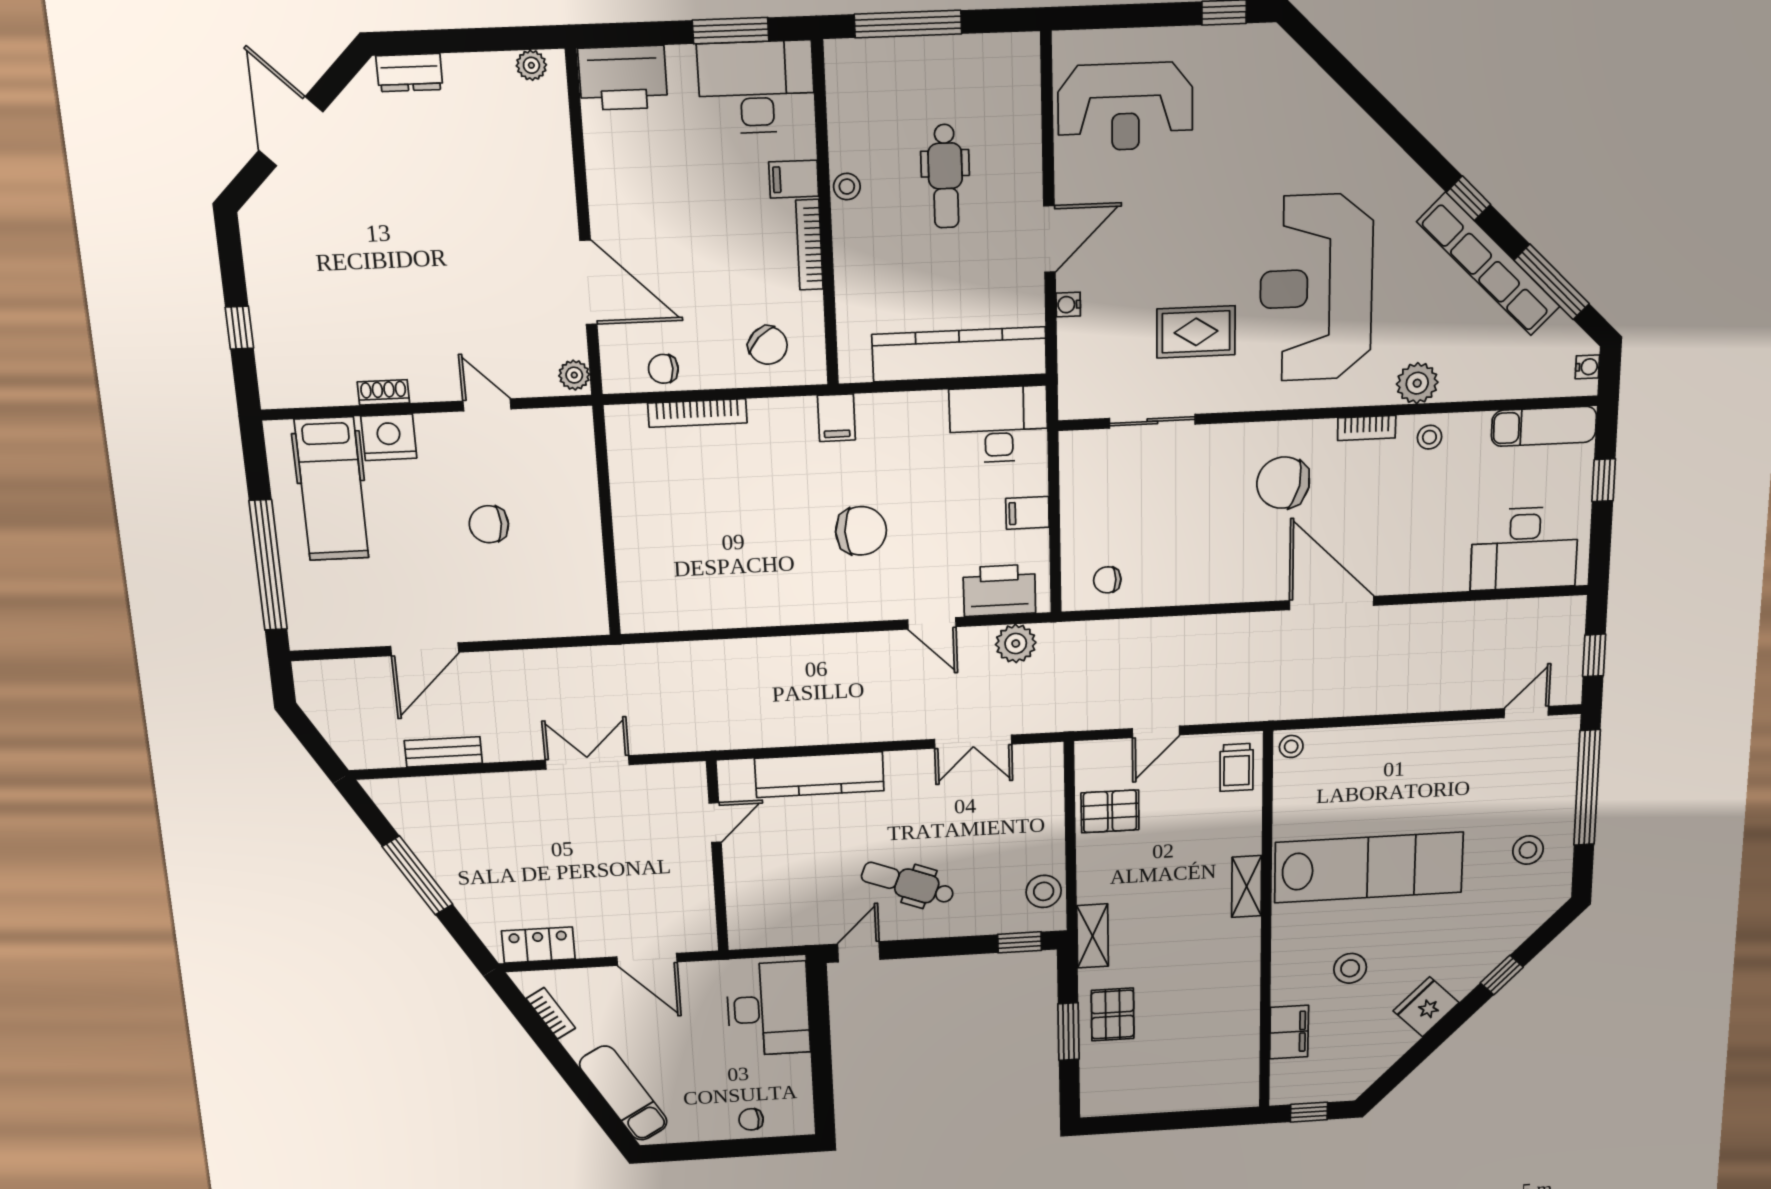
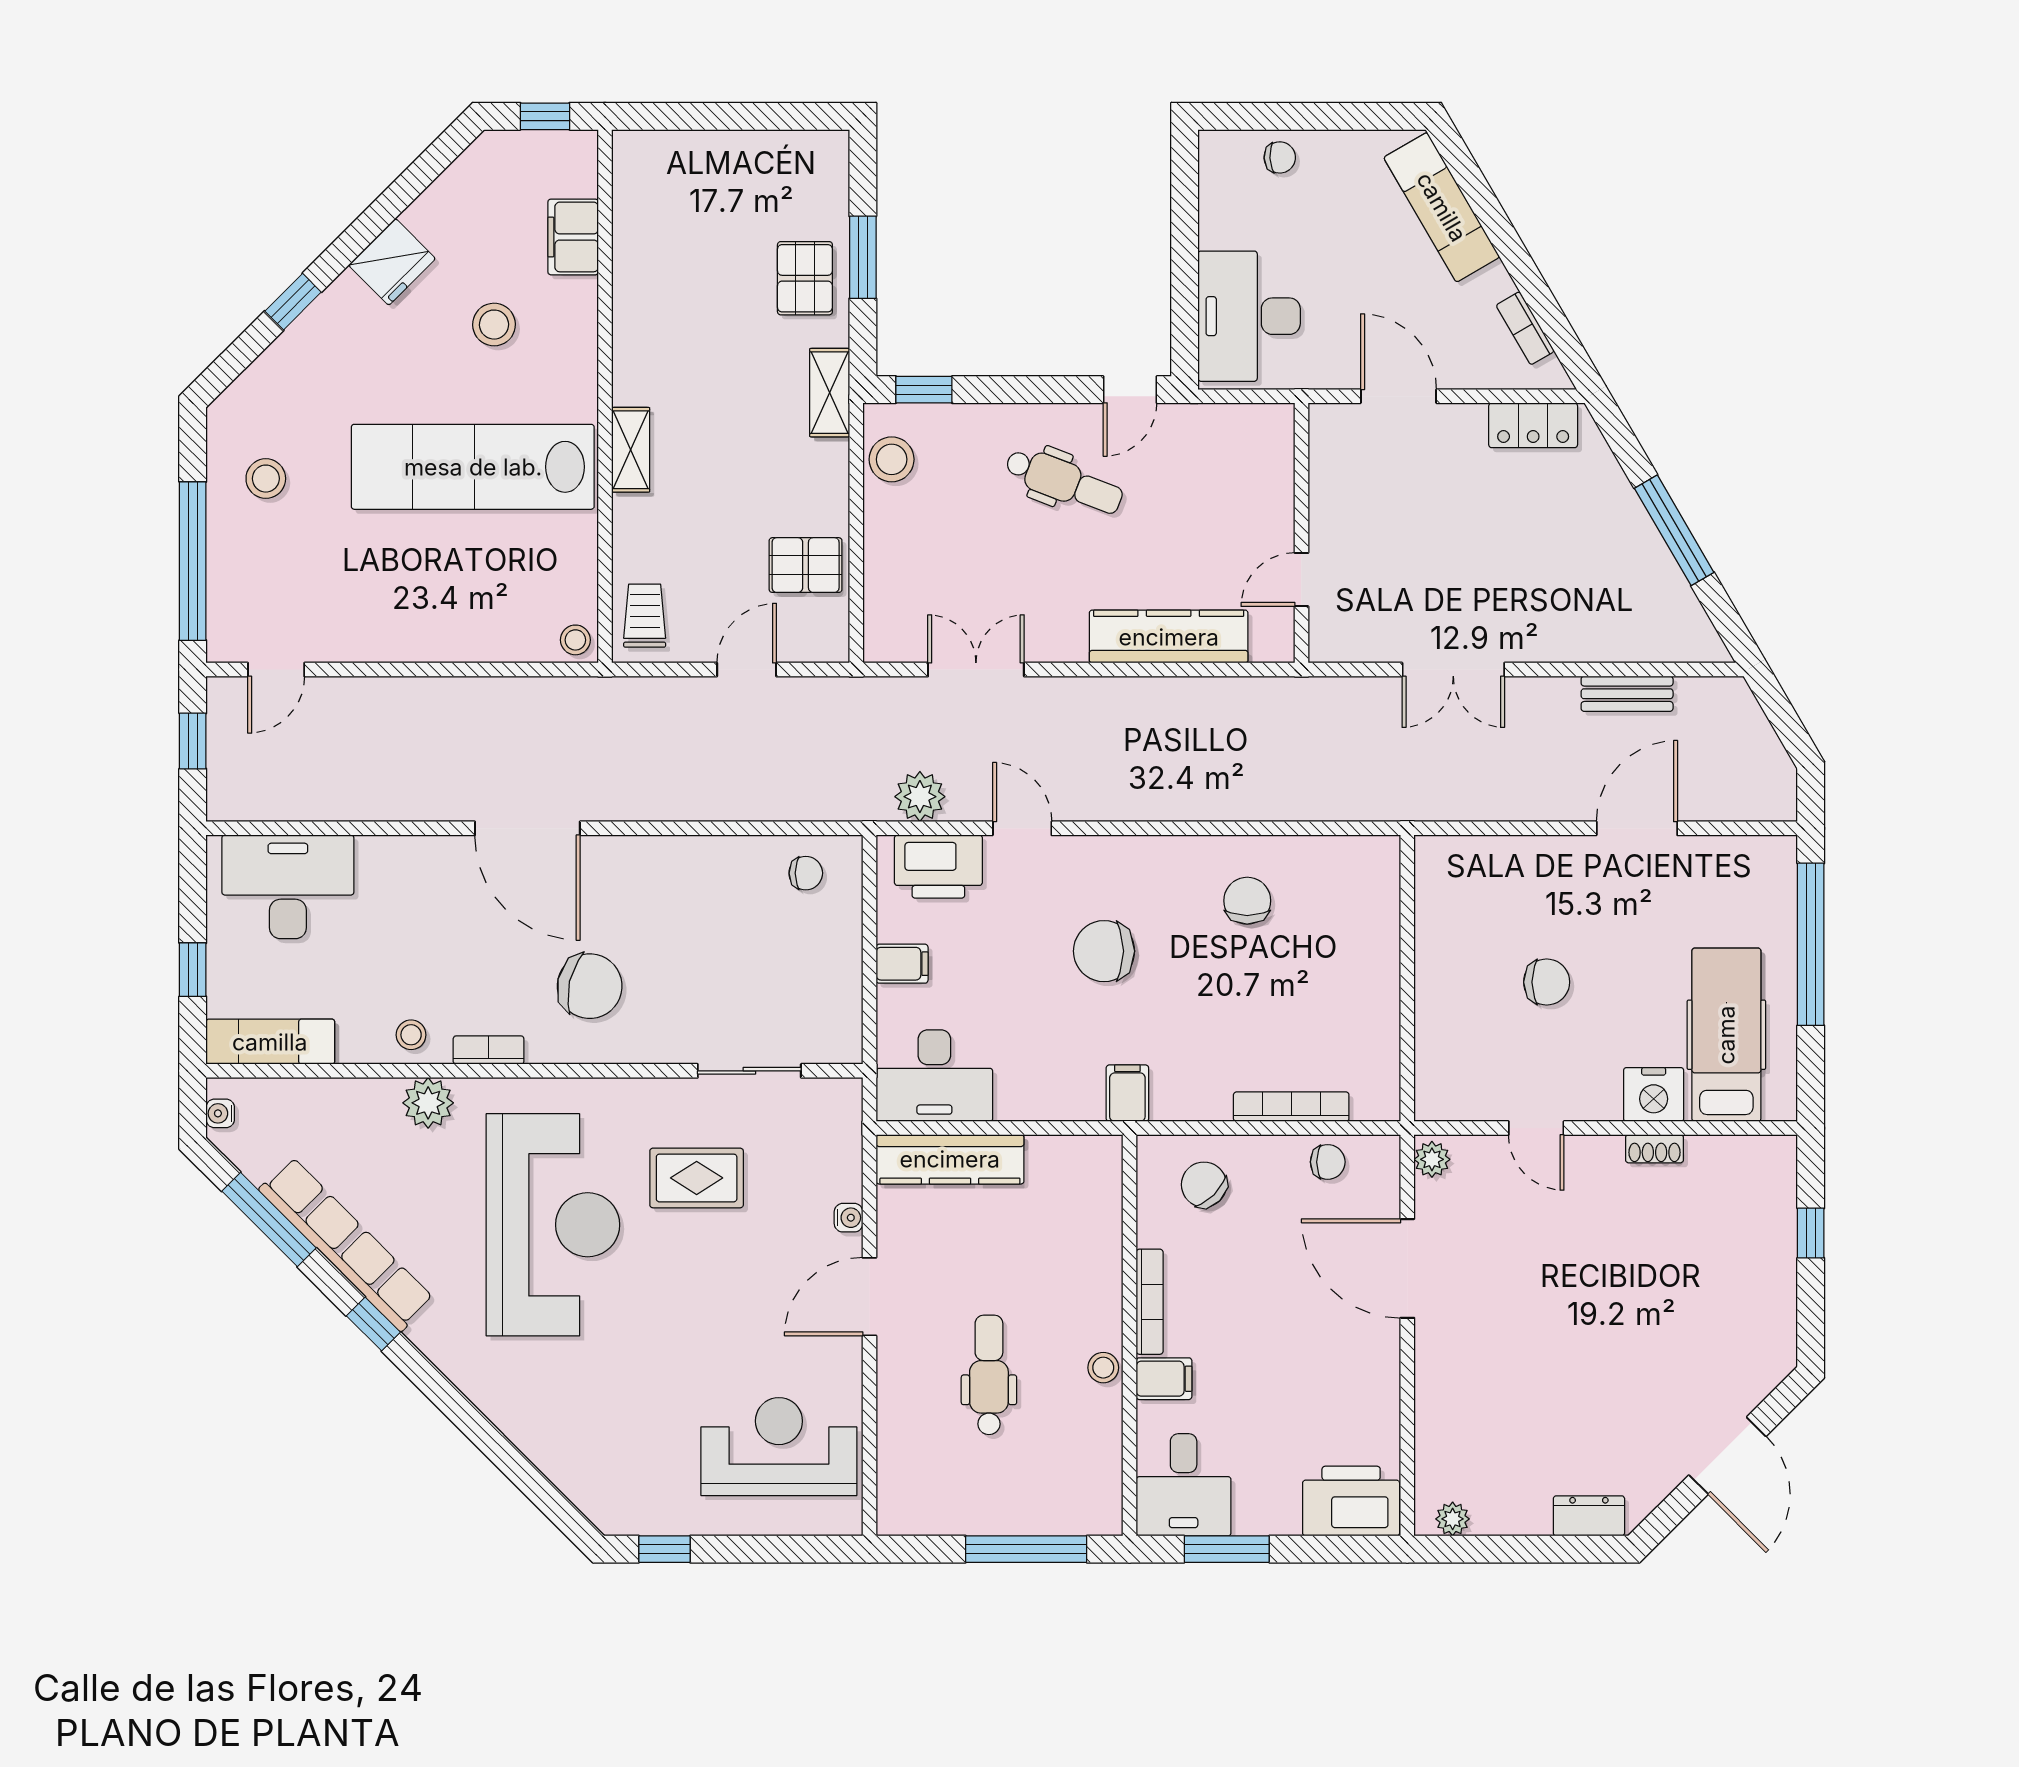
desk: (756, 87) -> (1184, 1485), width x0.73
kitchen counter: (959, 354) -> (950, 1159), width x0.72, depth x0.86
chair: (744, 576) -> (1247, 901), added

